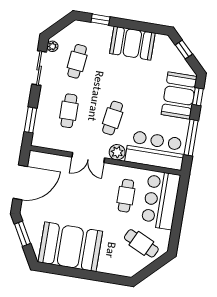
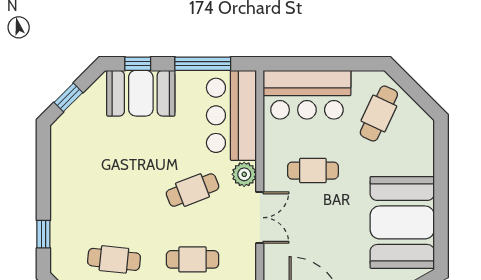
booth: (132, 43) -> (72, 179), removed
cafe table: (113, 118) -> (193, 190), turned -30
cafe table: (126, 196) -> (313, 171), moved

